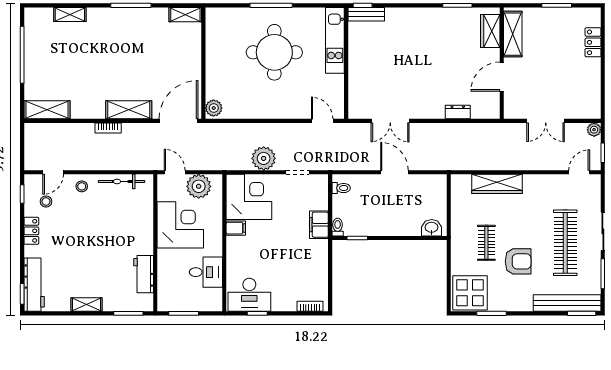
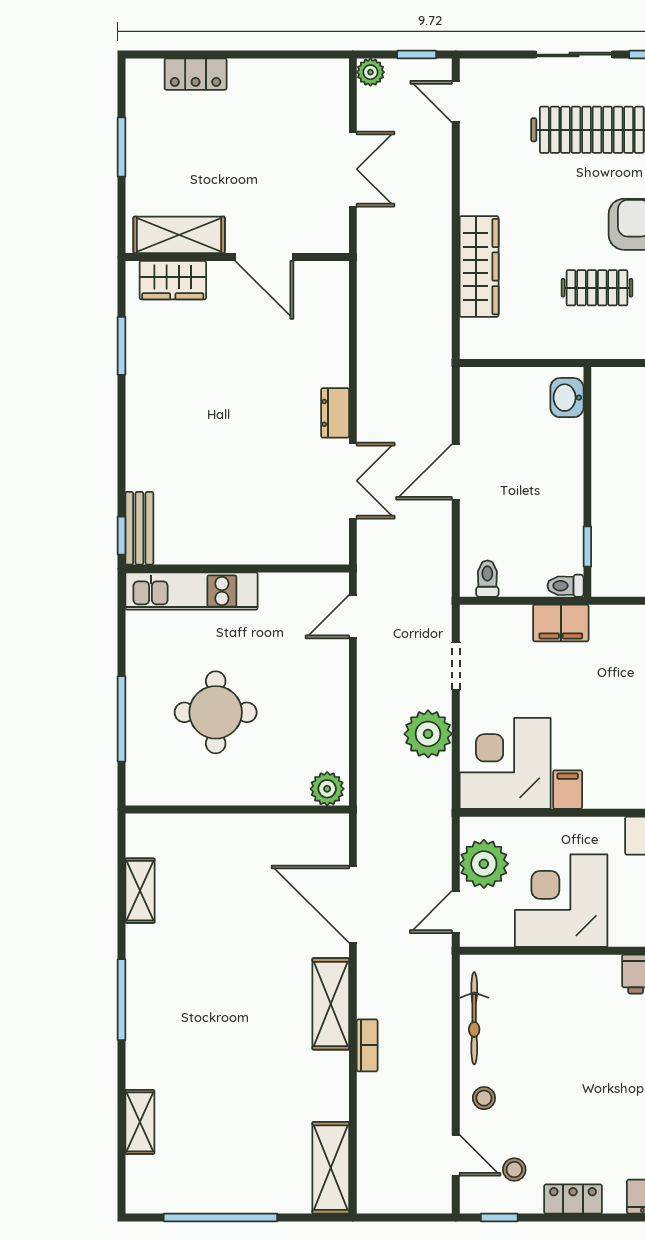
round table: (274, 52) -> (216, 712), width x0.73, depth x0.73
wall: (203, 63) -> (237, 809), moved
plant: (214, 108) -> (327, 789), moved
dresser: (458, 112) -> (335, 413), moved

